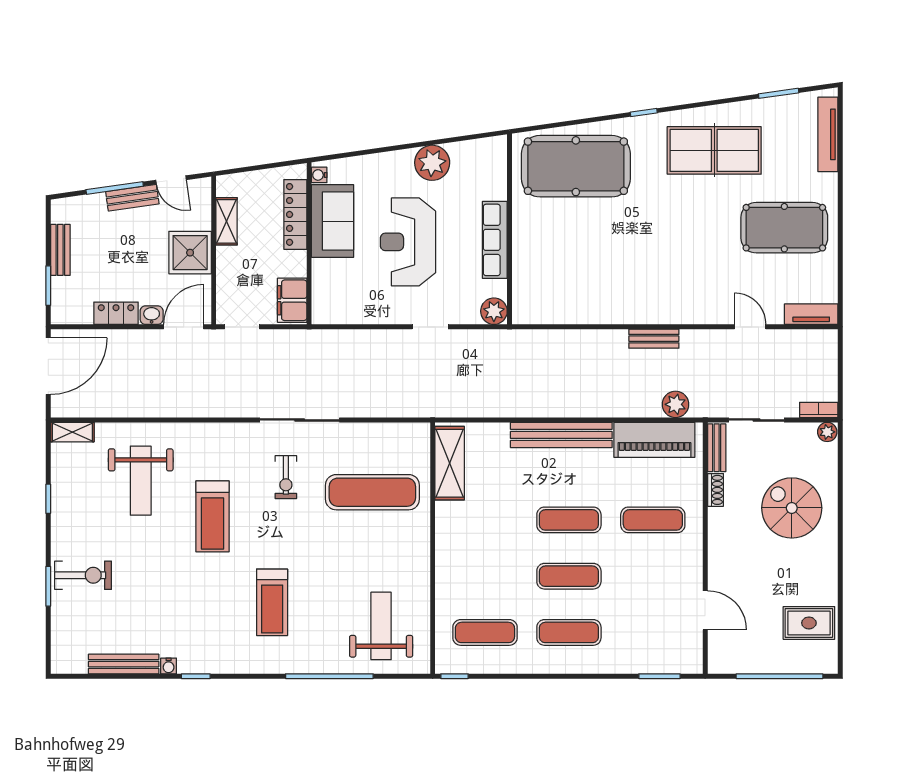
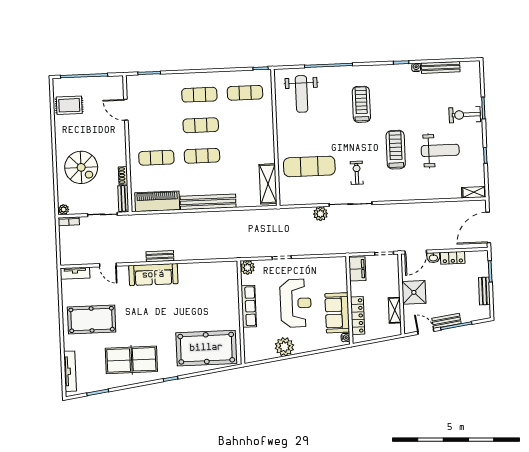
sofa: (667, 306) -> (153, 275), added
plant: (676, 404) -> (320, 214), moved
weight bench: (141, 481) -> (440, 150), moved, turned 90

